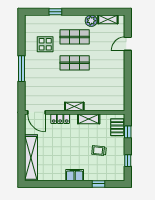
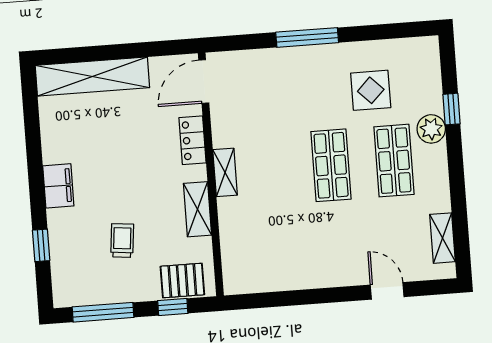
plant: (91, 21) -> (431, 129), moved
window: (128, 161) -> (103, 312), width x2.17

